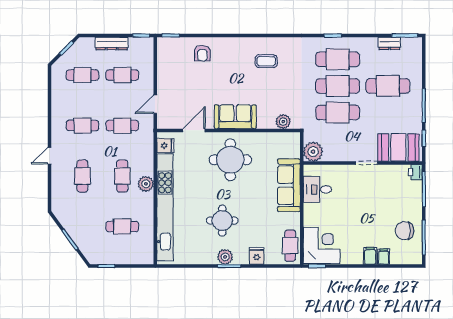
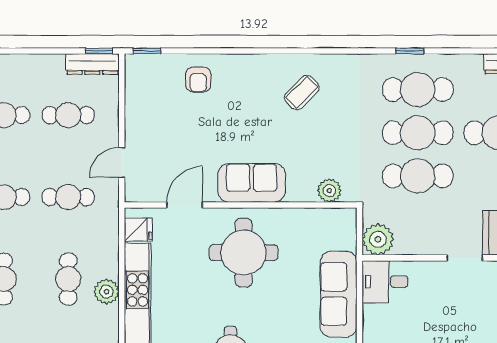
dresser: (112, 44) -> (92, 64), moved
coffee table: (266, 61) -> (302, 93), turned -45
desk: (317, 189) -> (385, 282), moved

